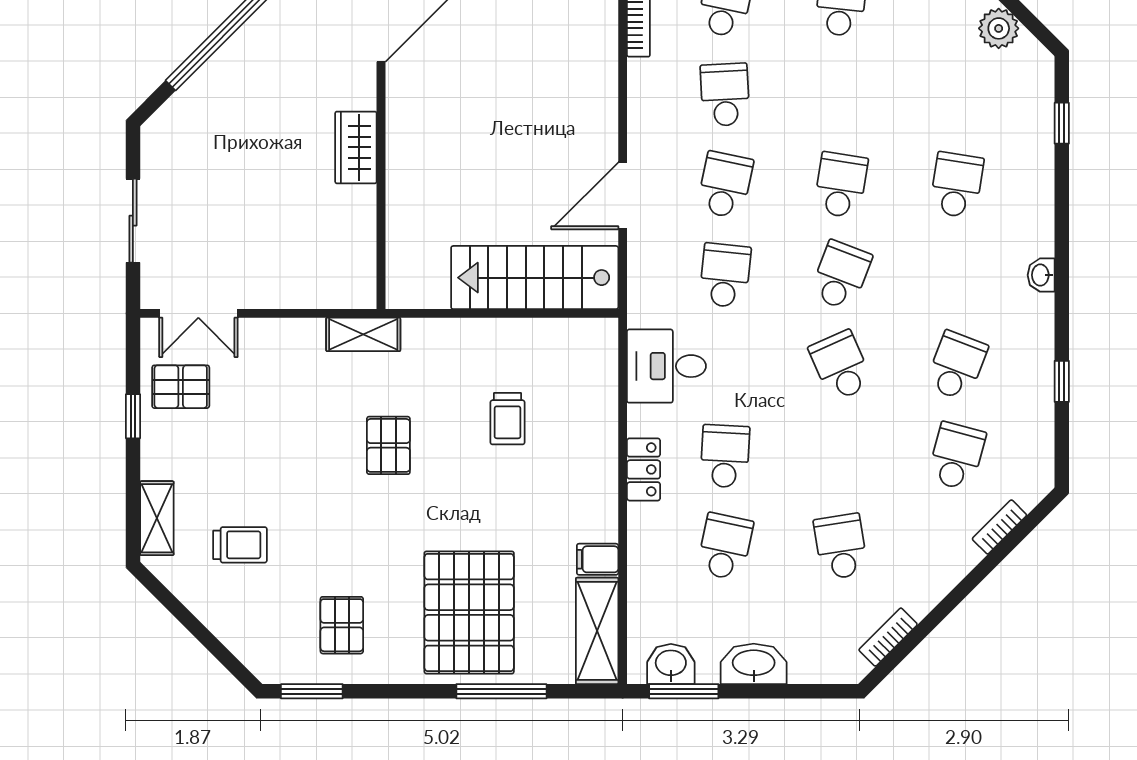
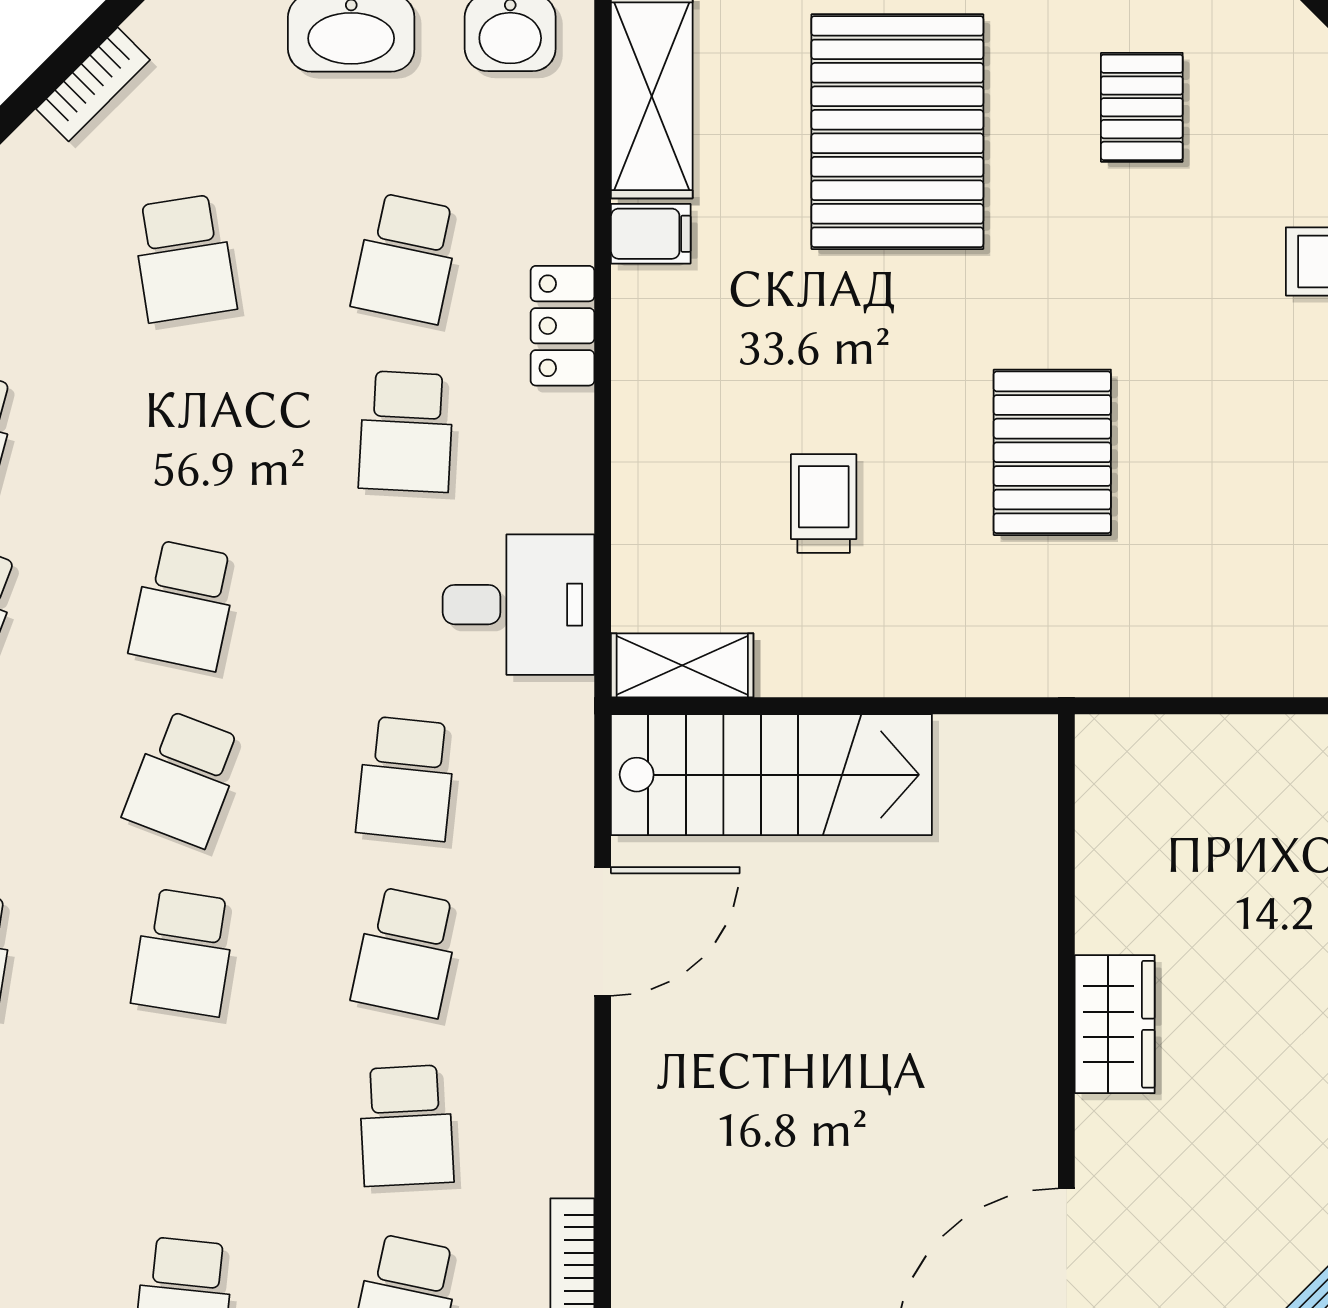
shelving: (363, 334) -> (682, 665), moved
school desk: (841, 366) -> (184, 605), turned 36
pallet: (388, 445) -> (1052, 452), width x1.50, depth x1.42
locker: (644, 469) -> (562, 326), moved

